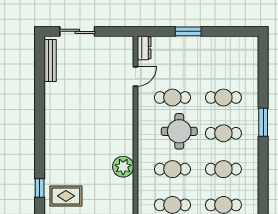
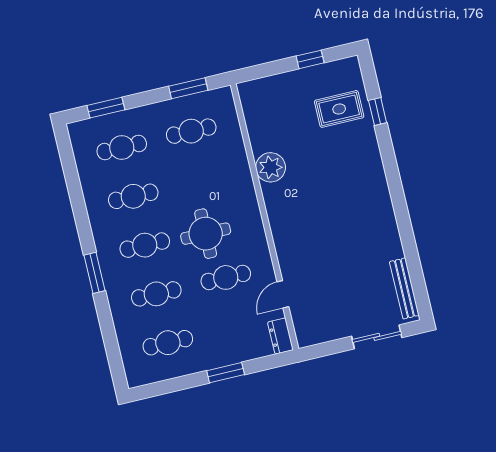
cafe table: (172, 169) -> (168, 343), moved

